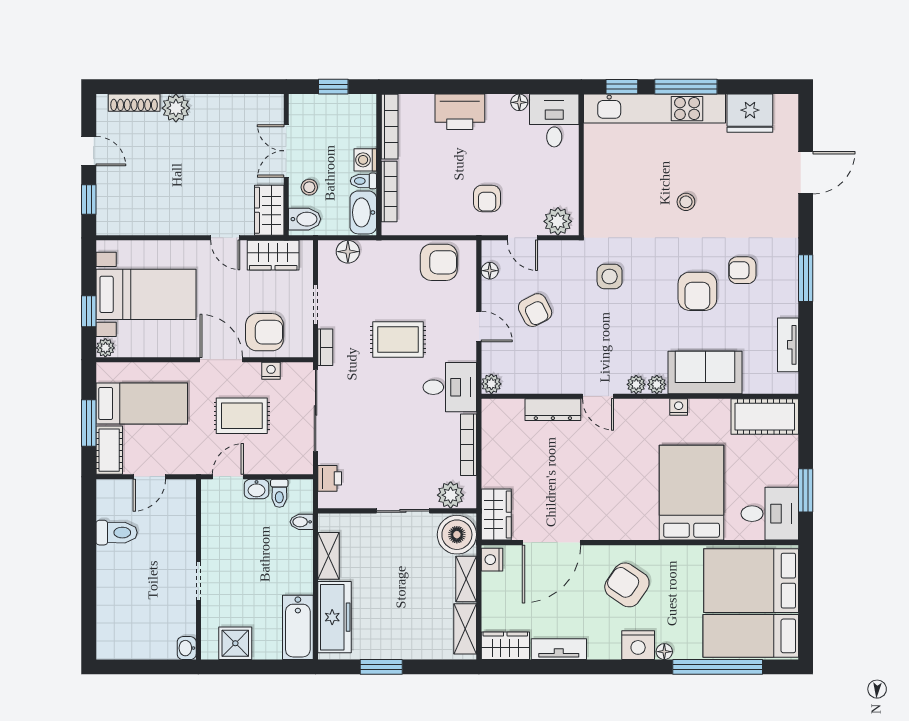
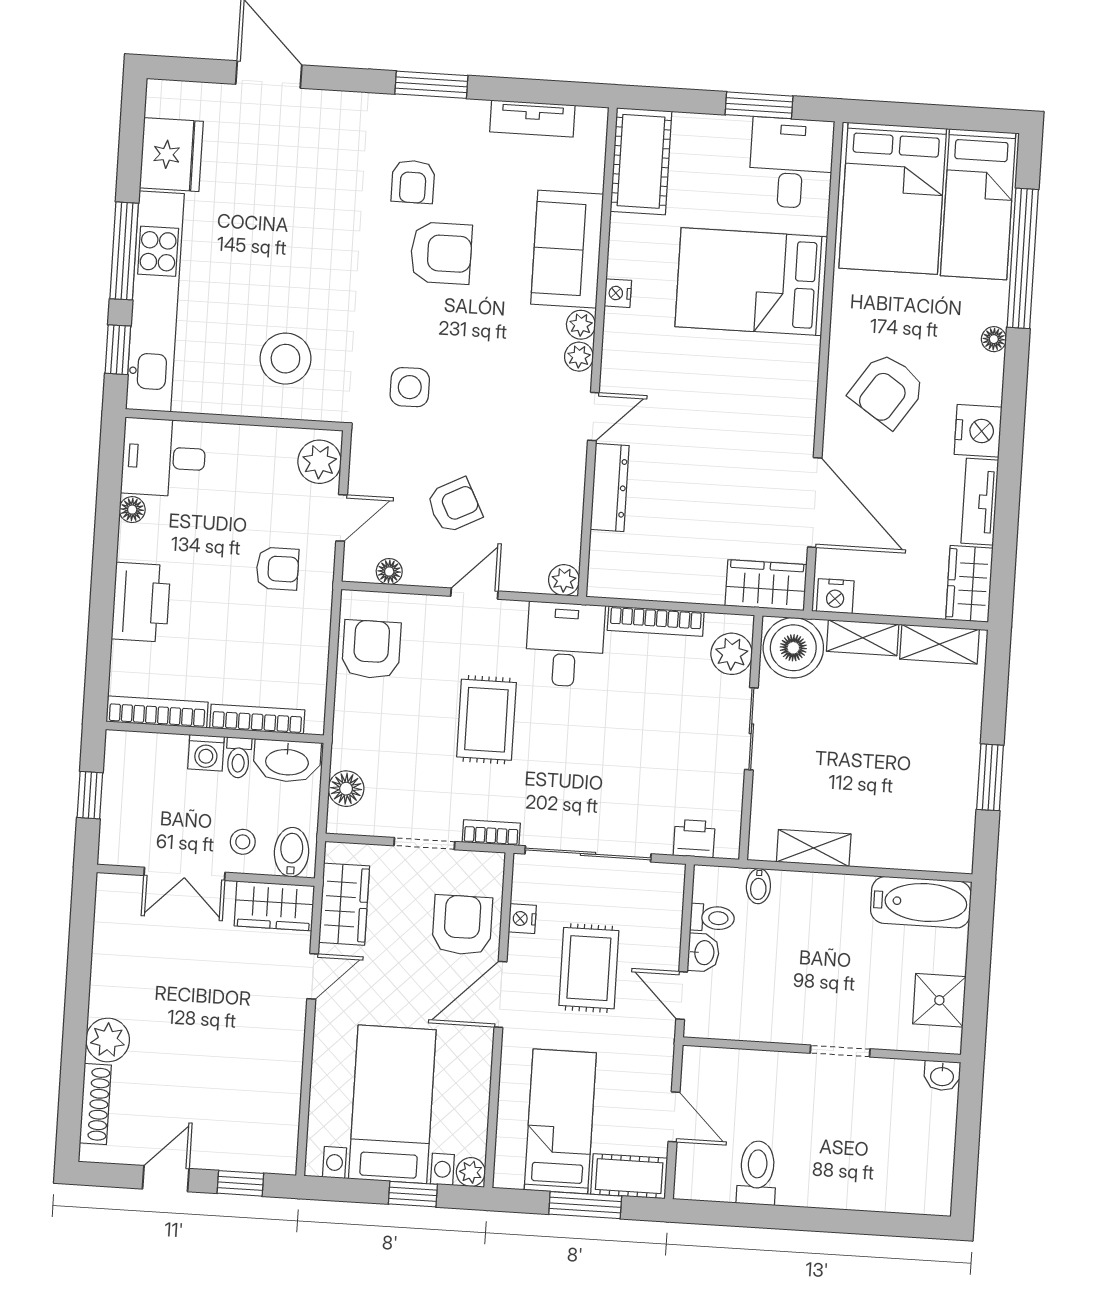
stool: (686, 202) -> (285, 359), moved, width x1.89, depth x1.89
freezer: (335, 617) -> (909, 845), removed
nightstand: (638, 645) -> (978, 431), moved

